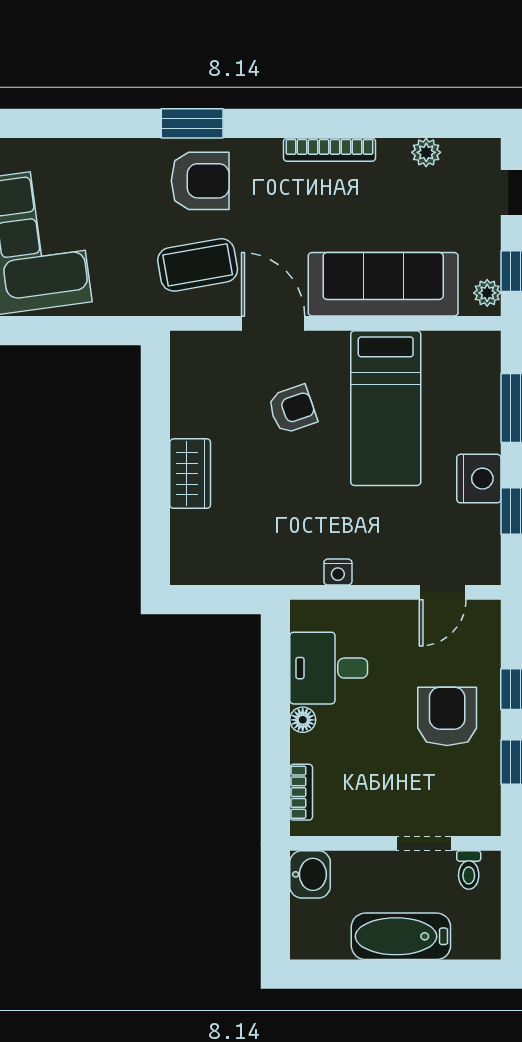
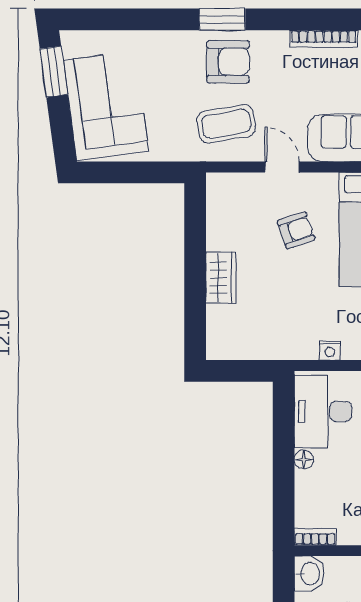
door: (273, 323) -> (282, 167), width x0.73
desk: (329, 668) -> (323, 411), width x1.37
bookcase: (301, 792) -> (315, 537), moved, turned -90

